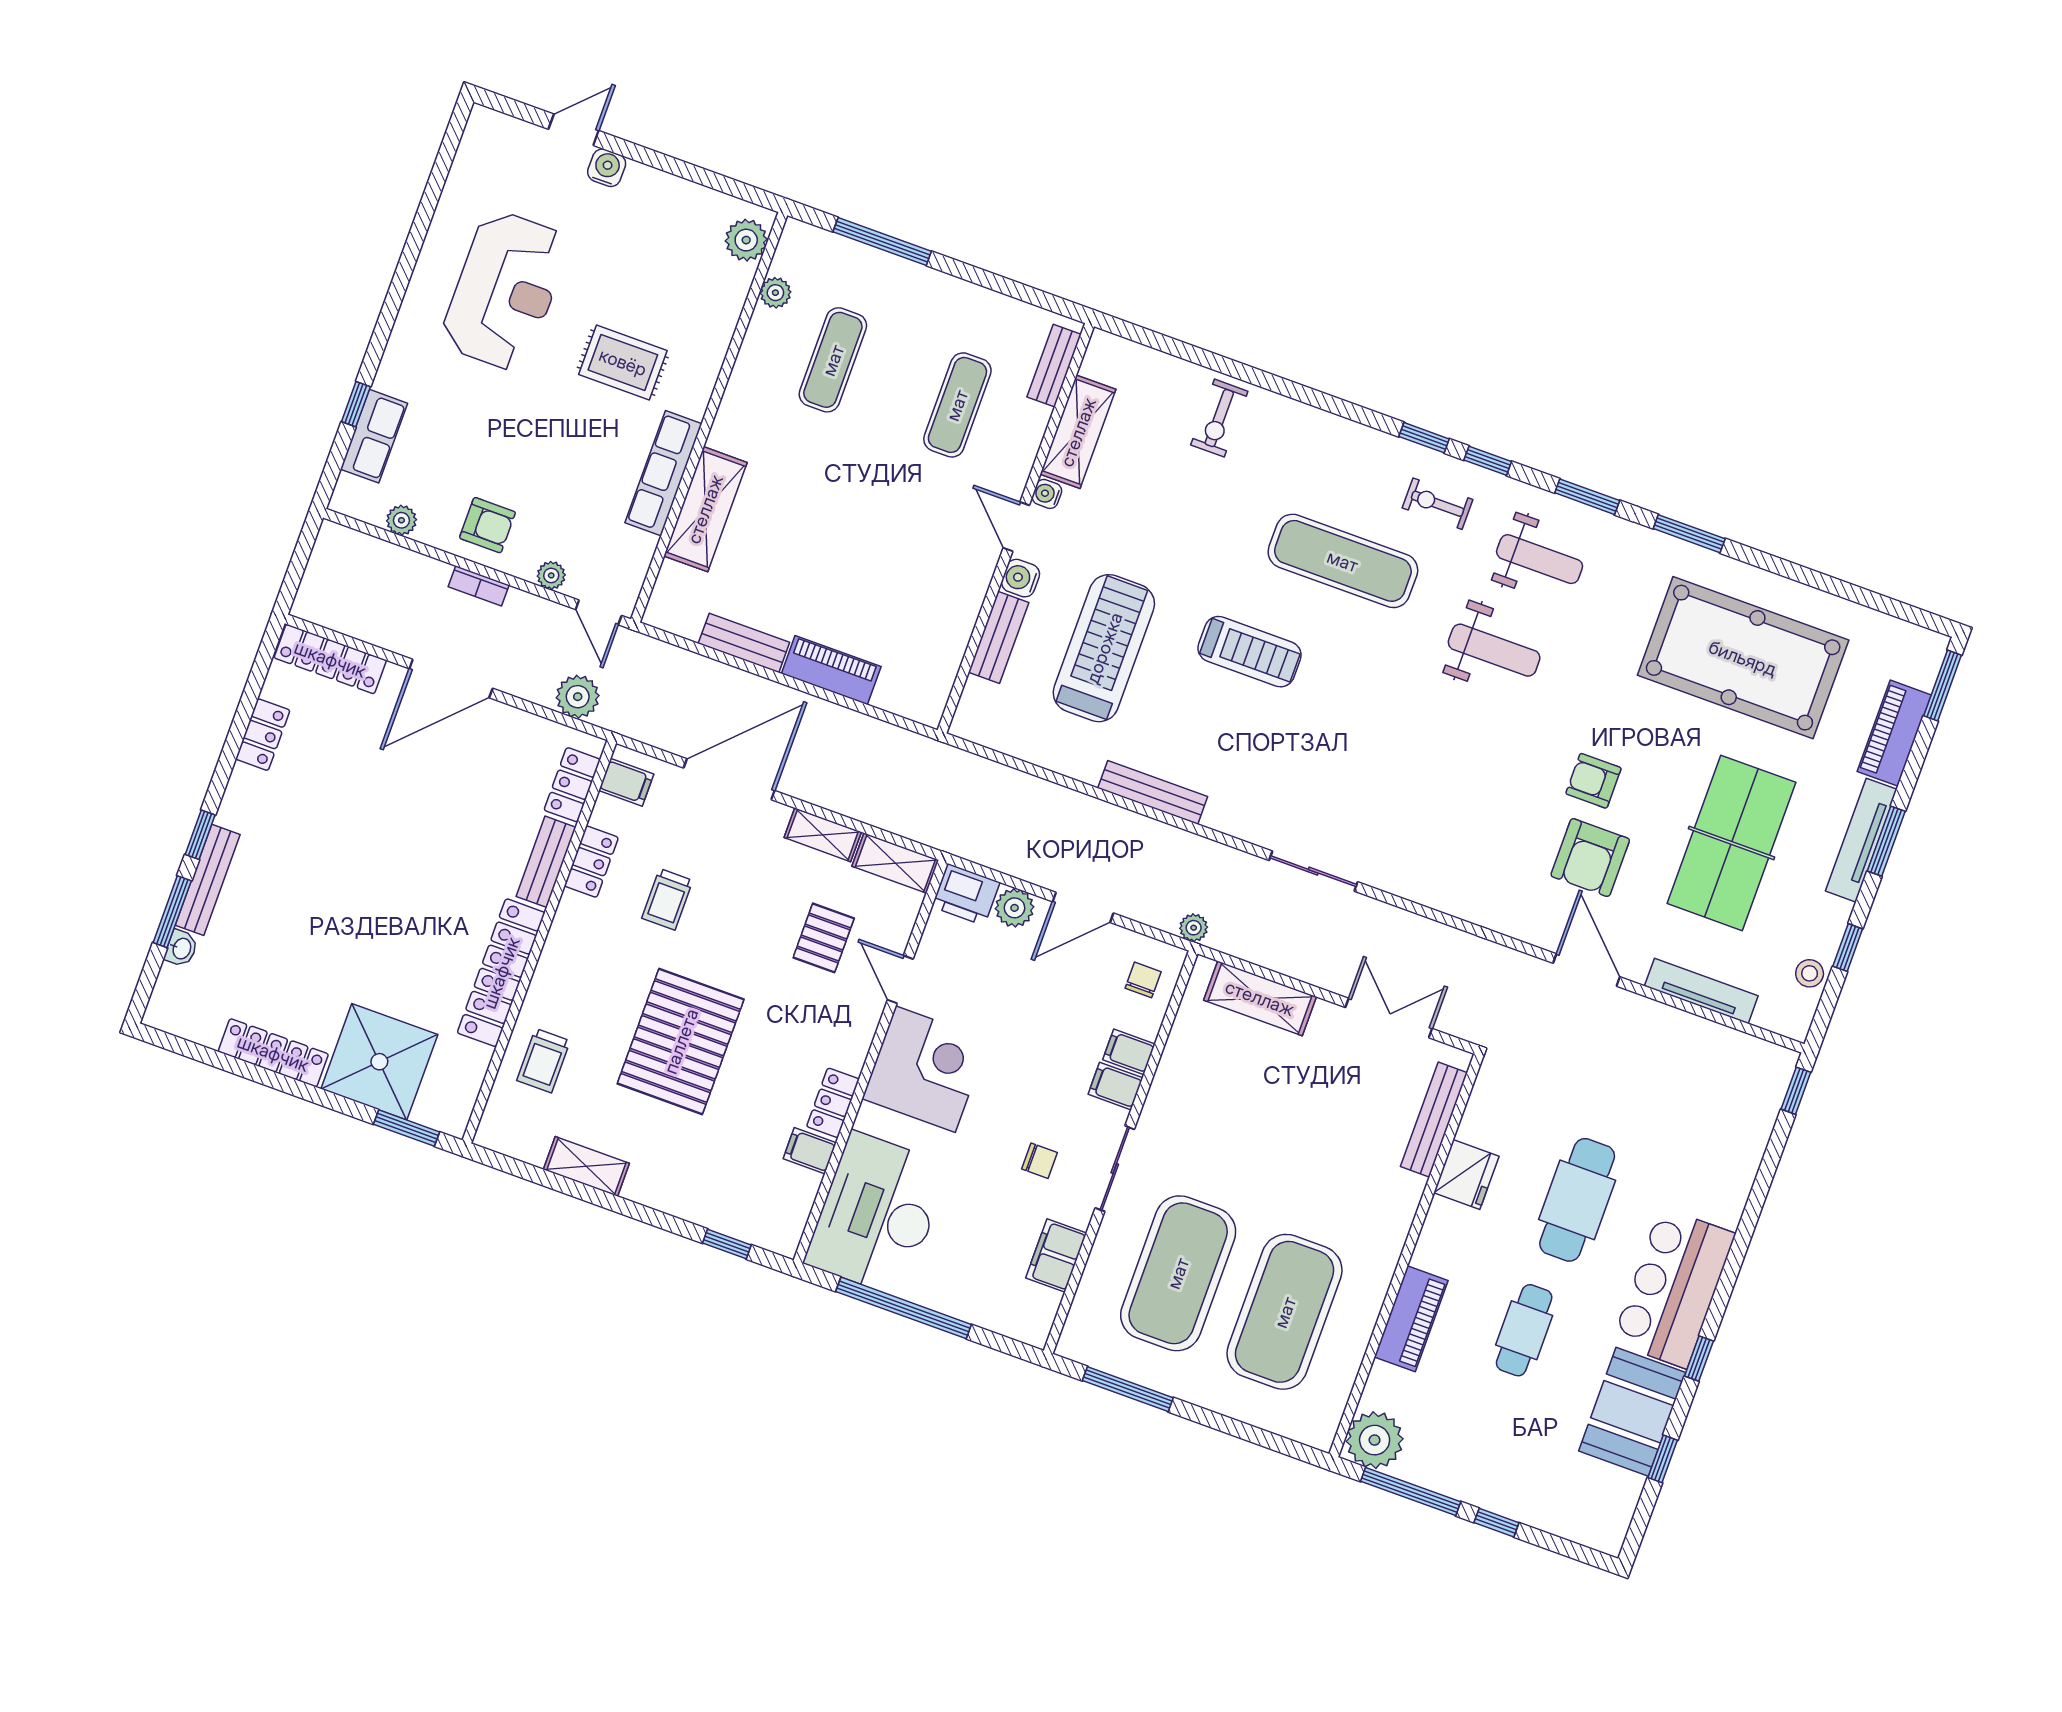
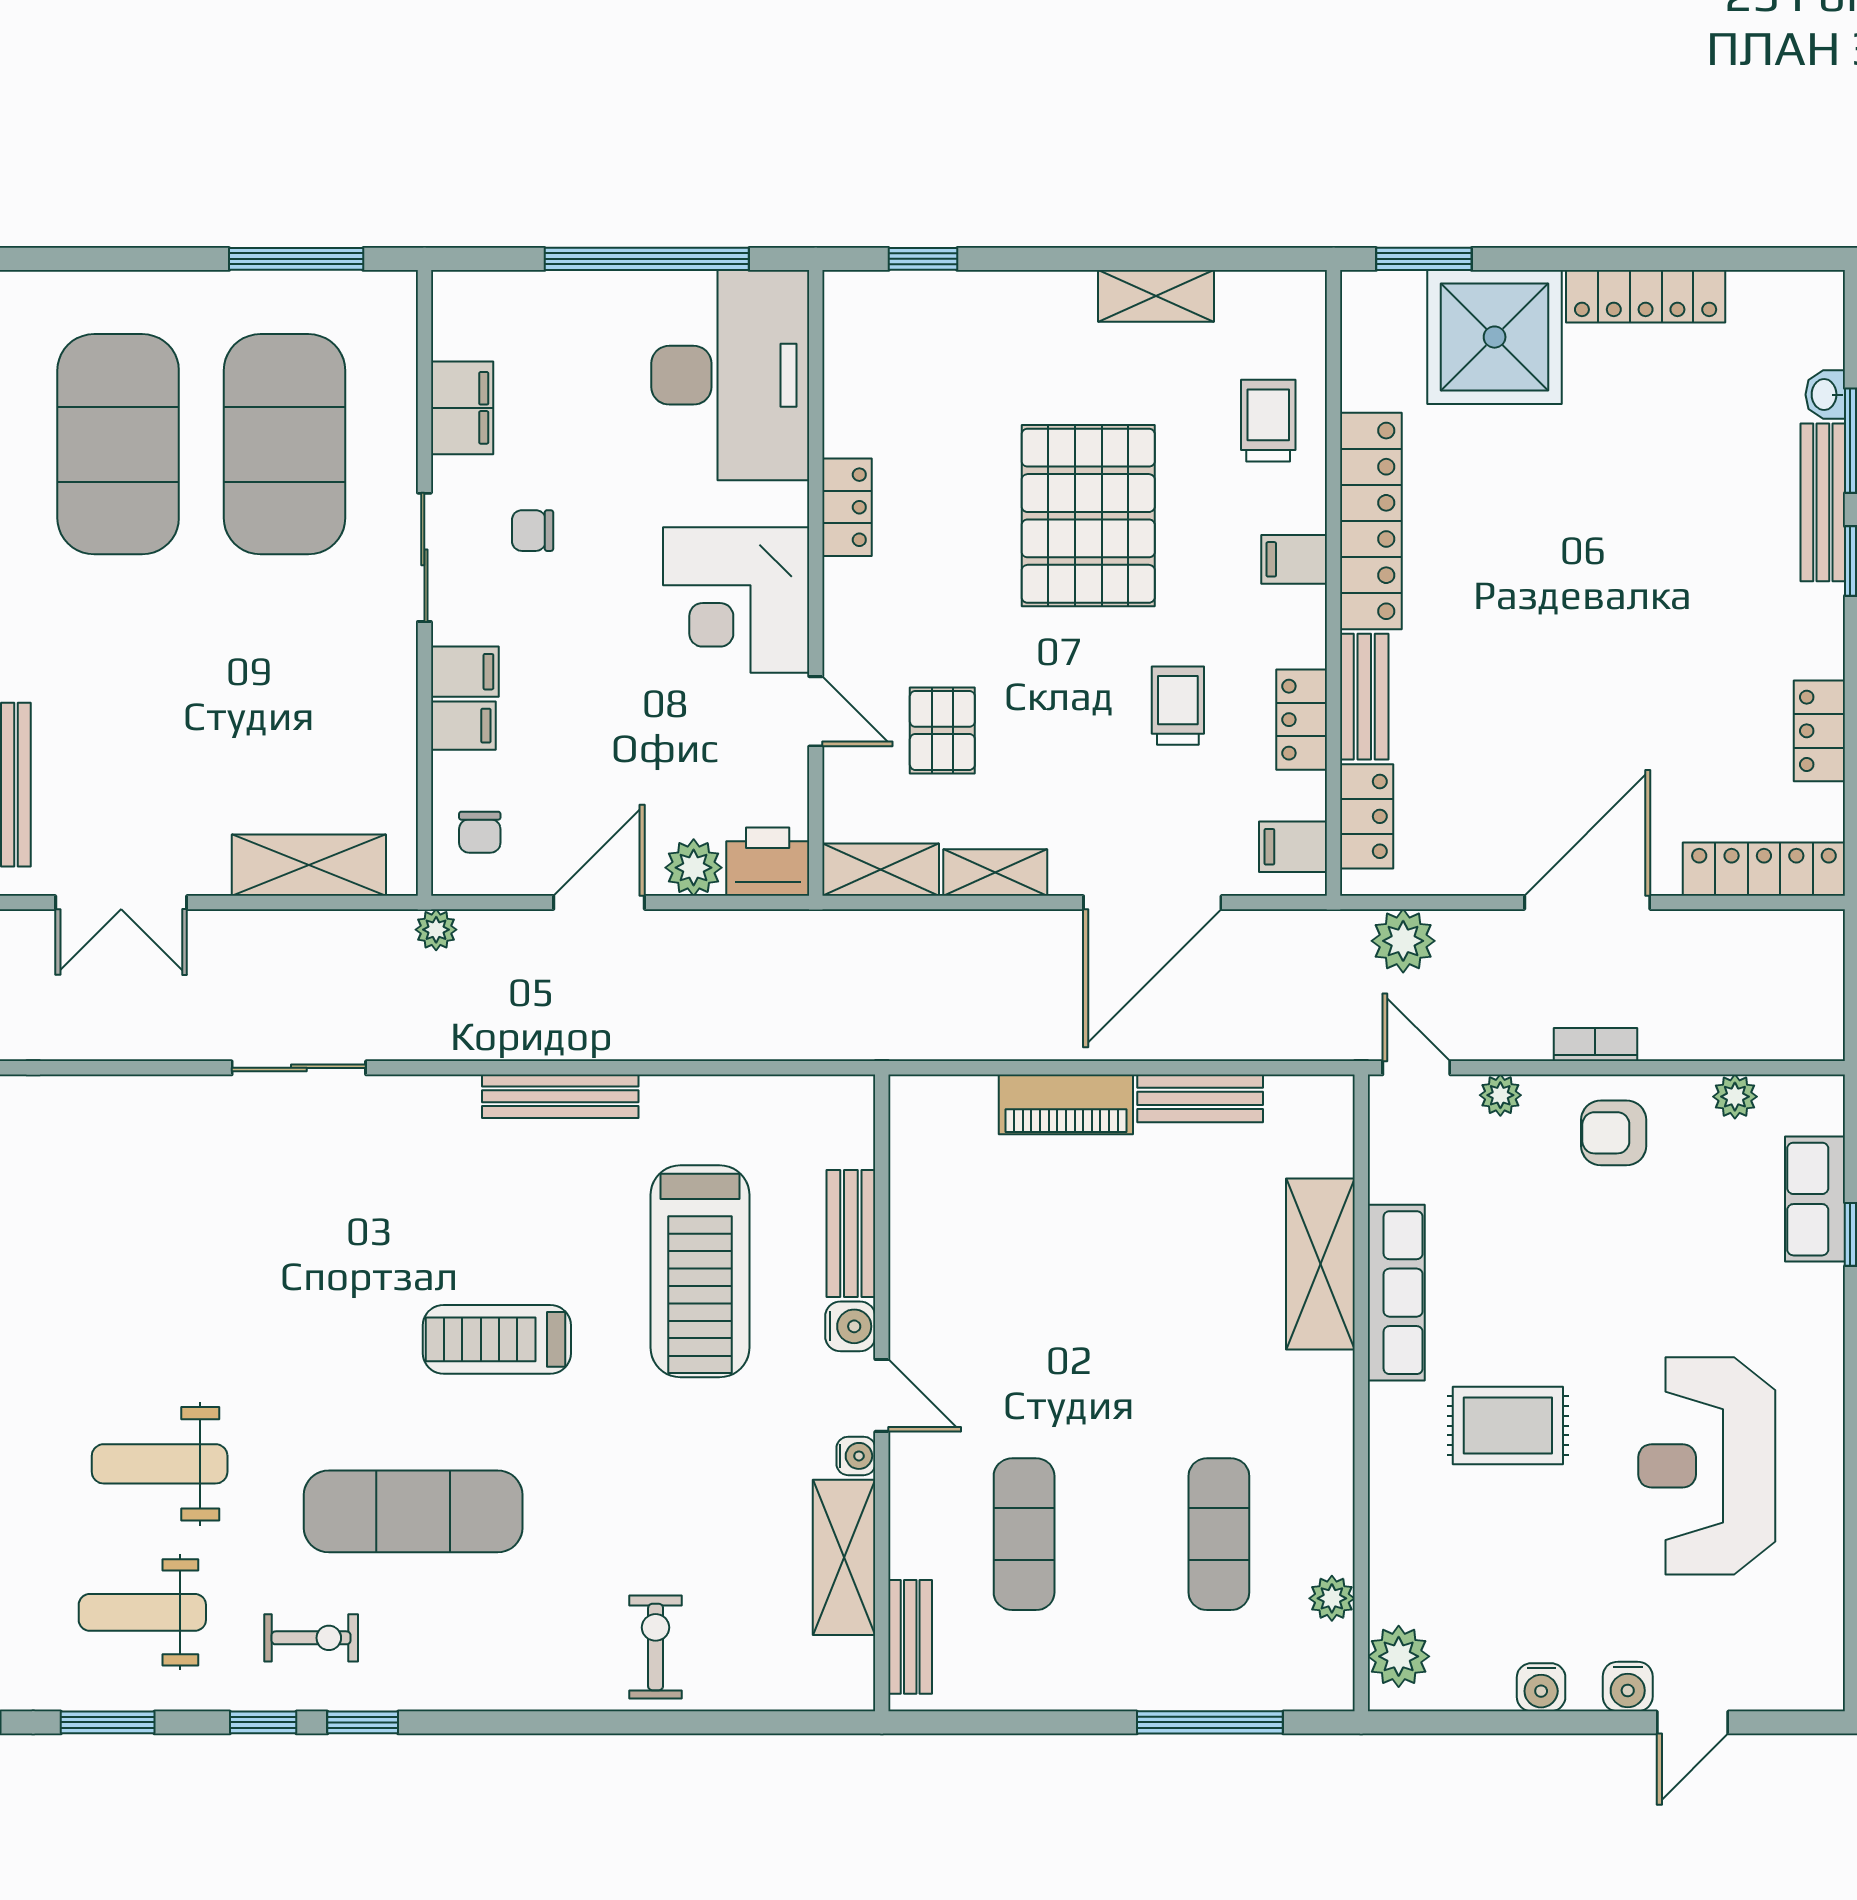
water cooler: (662, 187) -> (1541, 1687), added
filing cabinet: (810, 1151) -> (1294, 559), moved, turned 180

